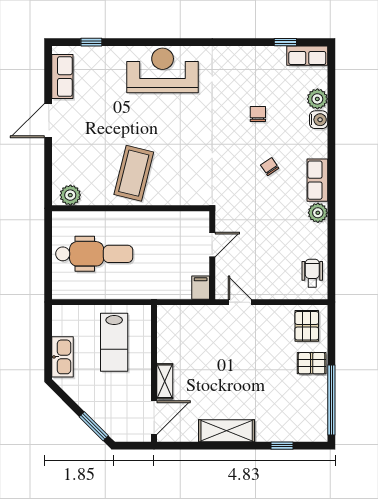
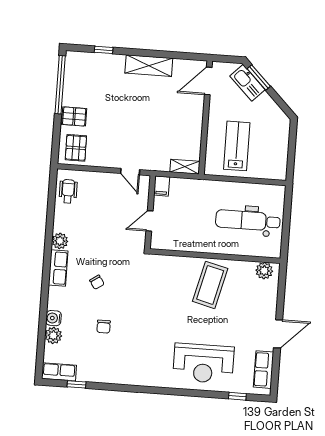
reception desk: (163, 70) -> (203, 363), moved
wheelchair: (312, 273) -> (68, 191), turned 180
kitchen sink: (62, 357) -> (247, 83), moved, turned -45
shelving: (165, 381) -> (185, 167), moved, turned 90

